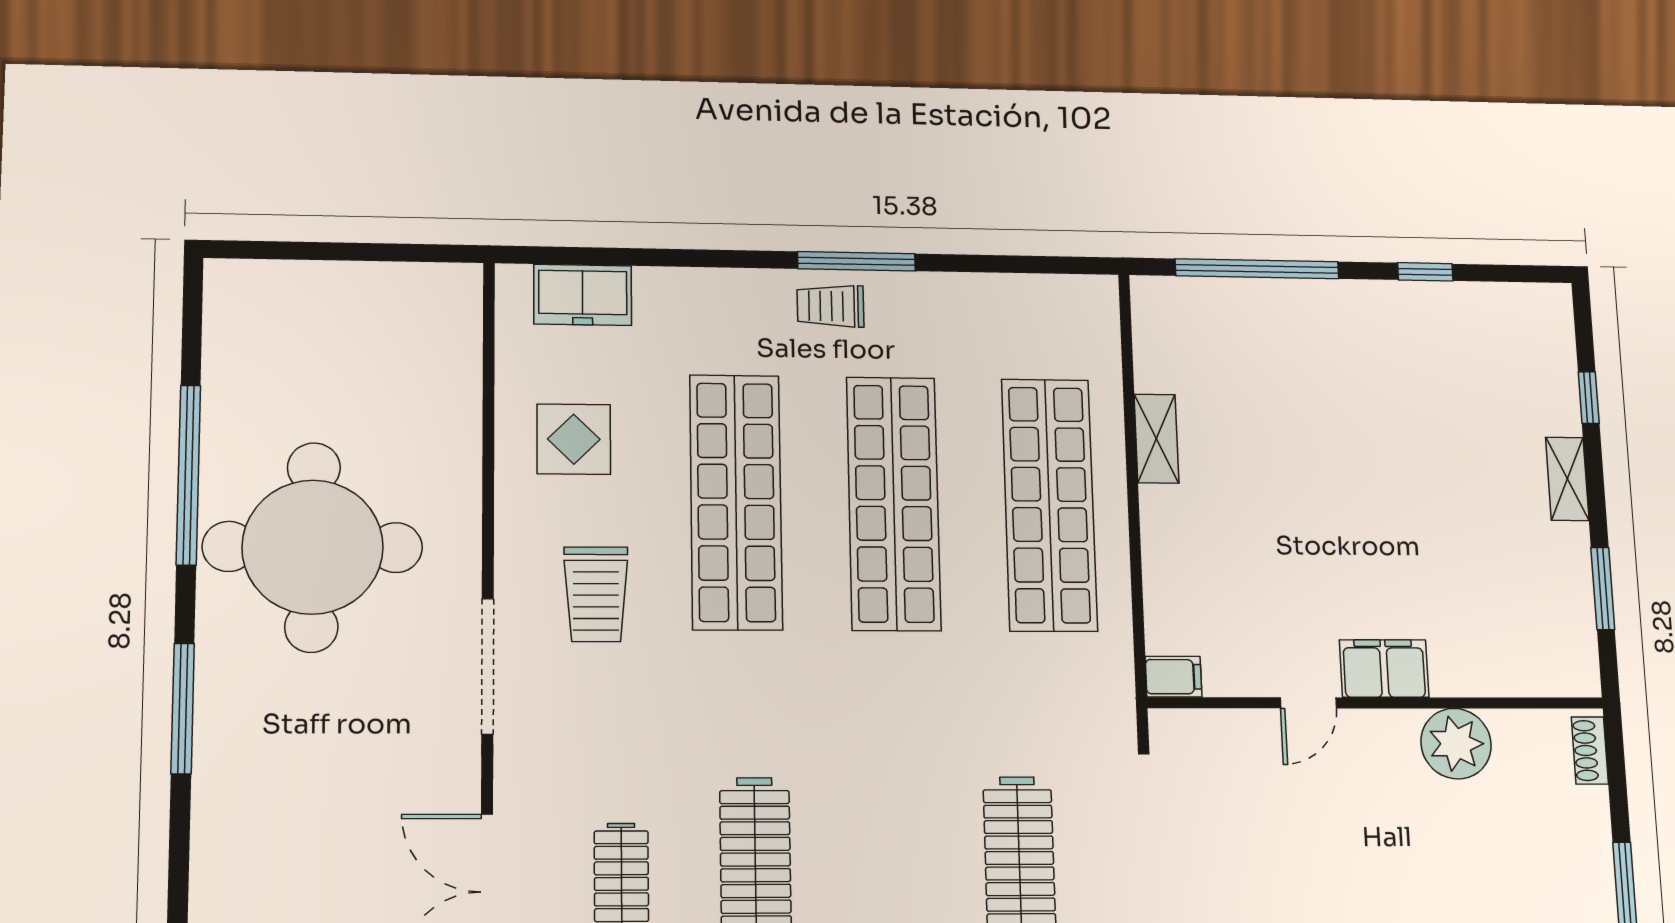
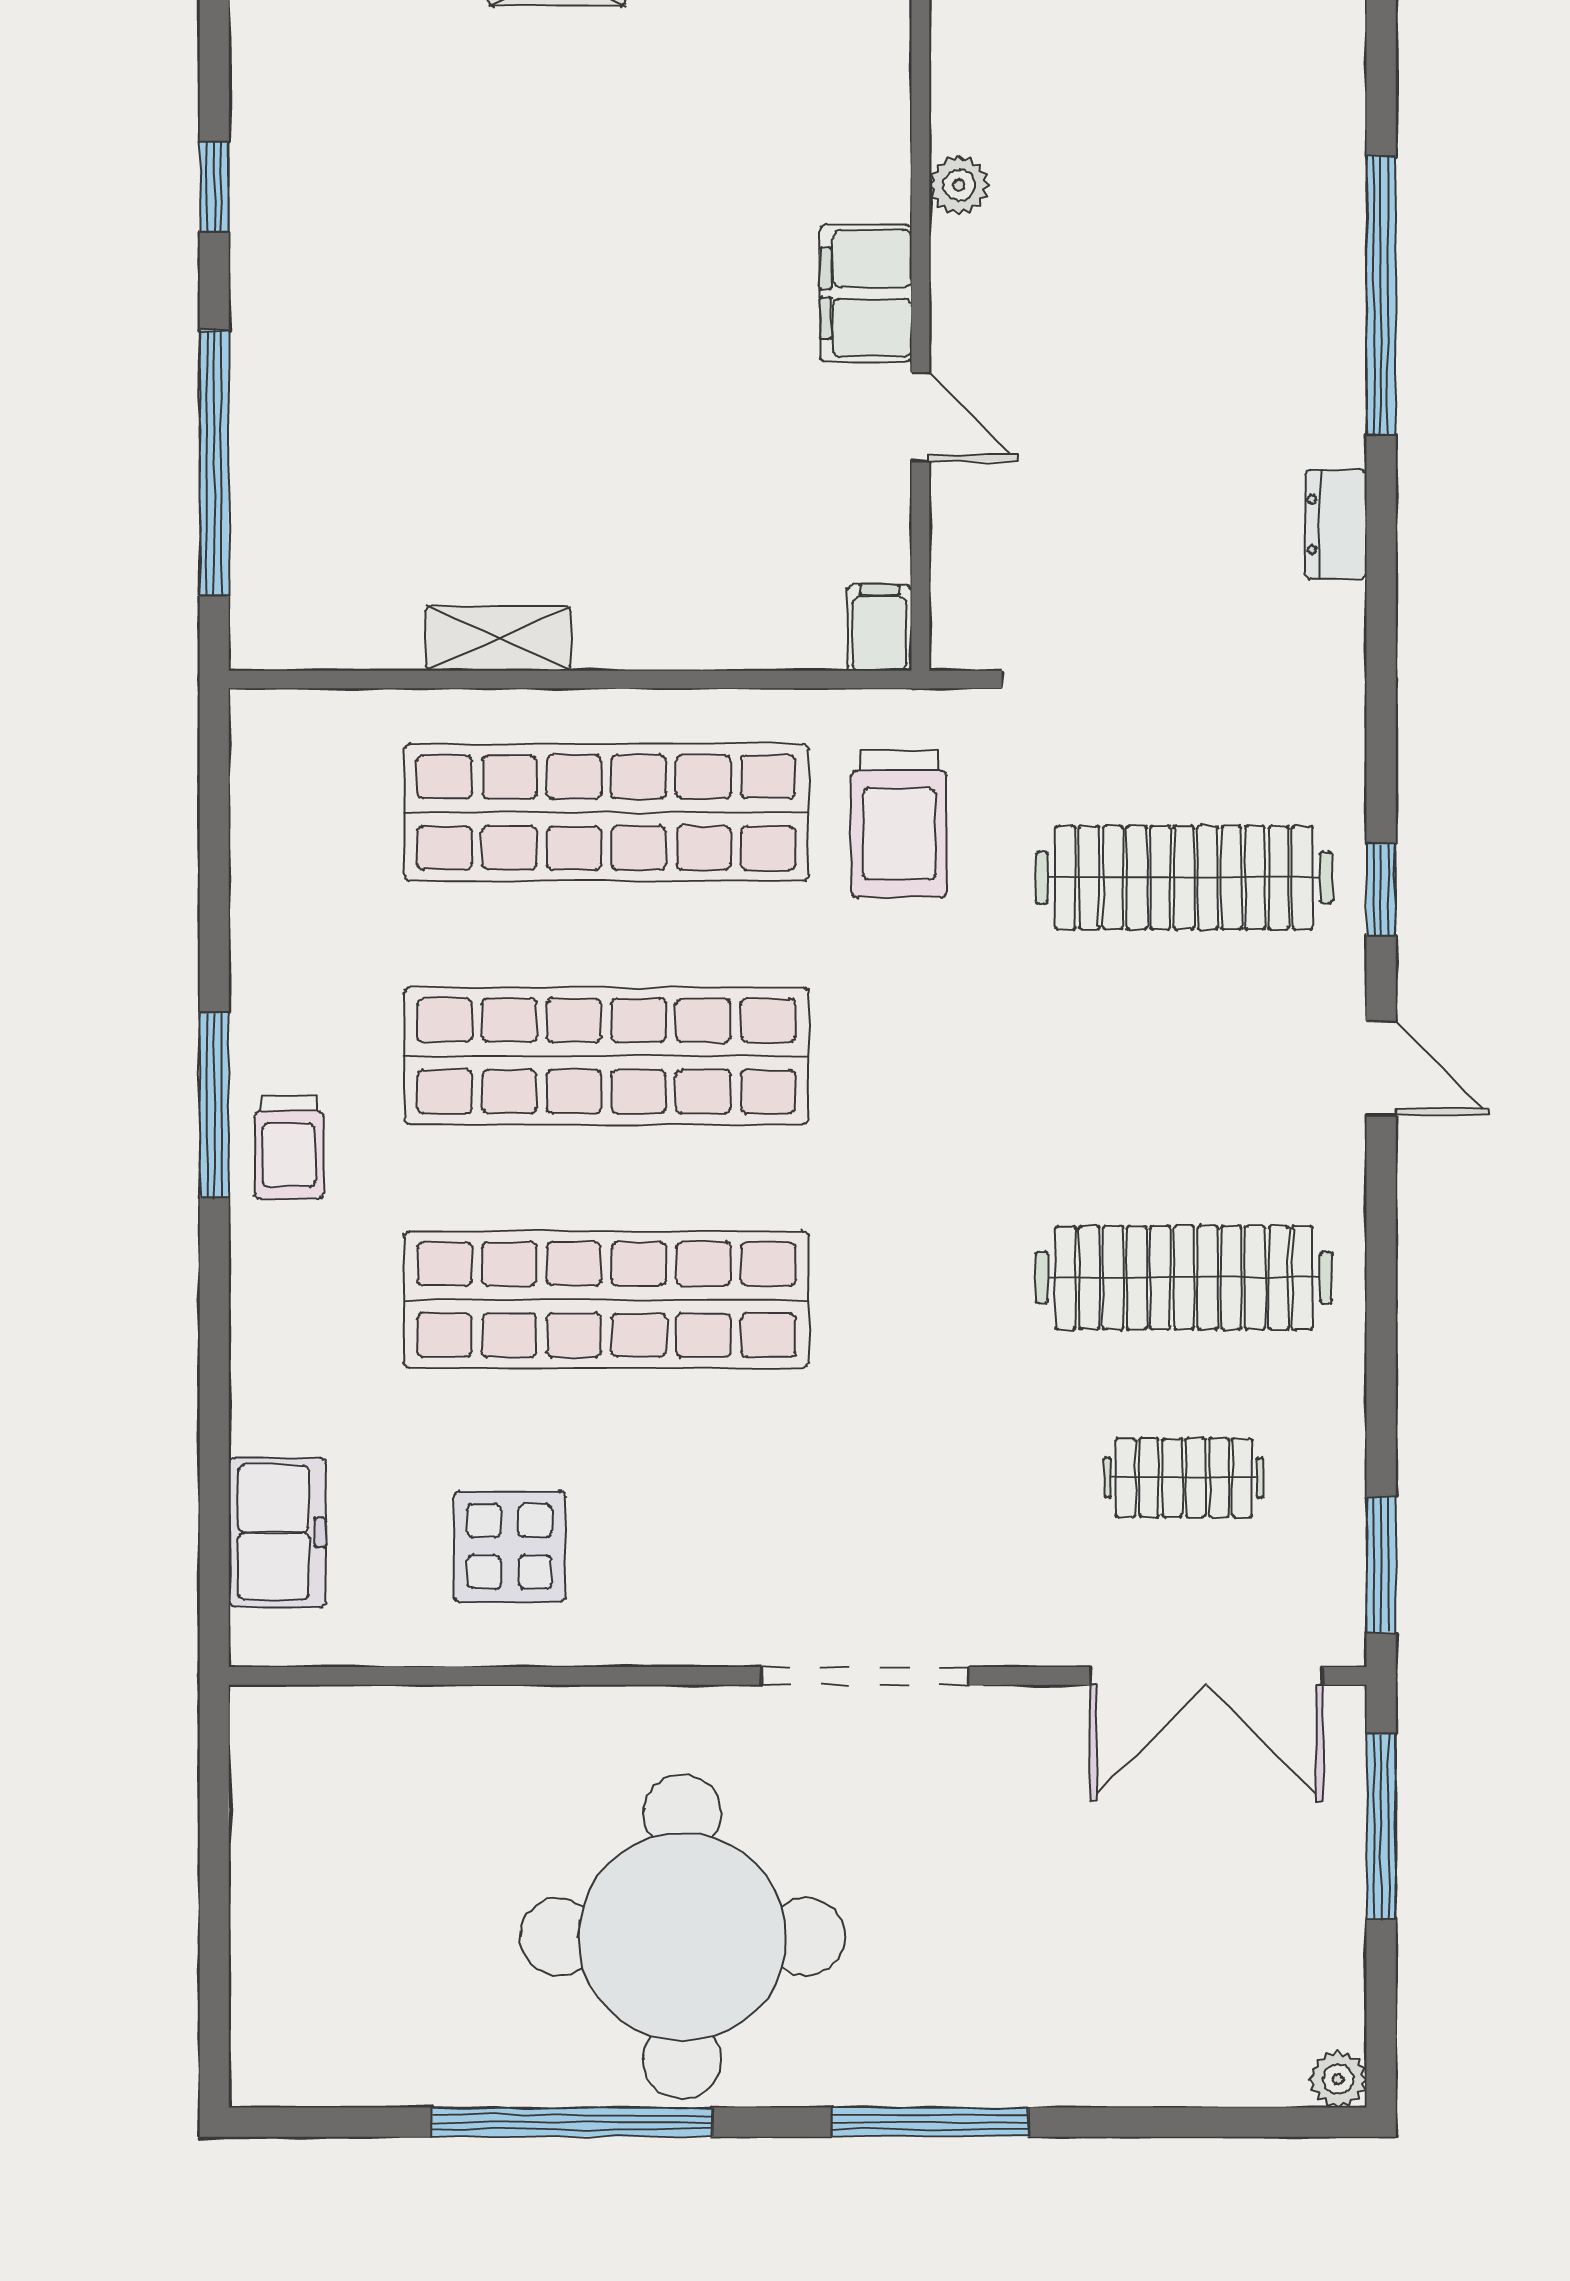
trolley: (596, 594) -> (899, 824), moved, turned 90
plant: (1456, 744) -> (959, 185), width x0.53, depth x0.53

